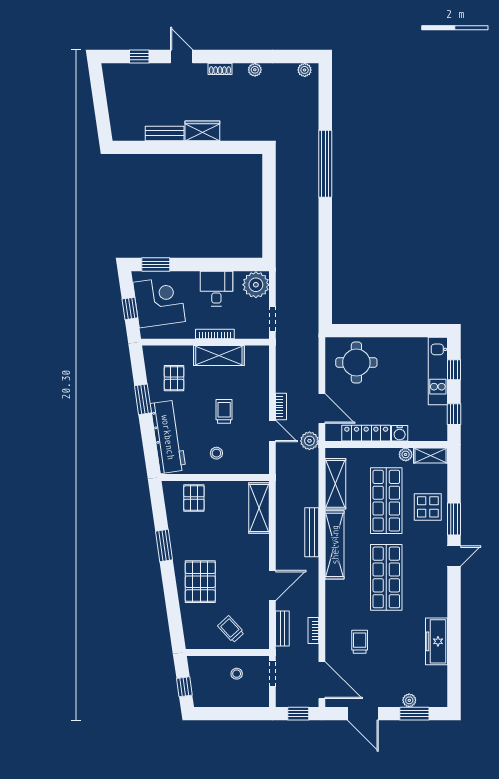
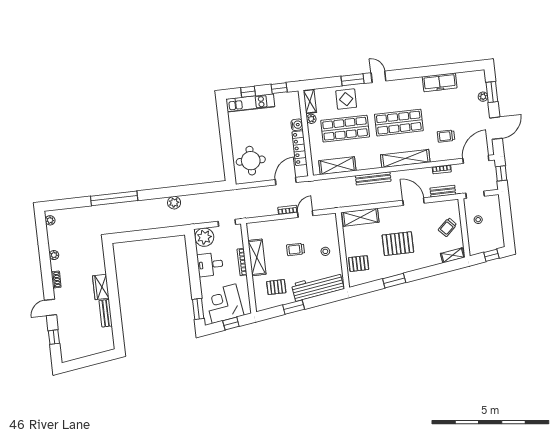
plant: (309, 441) -> (174, 203), moved
shelving: (335, 545) -> (405, 158), moved
pallet: (200, 582) -> (398, 244), moved
shelving: (190, 632) -> (453, 255), added

